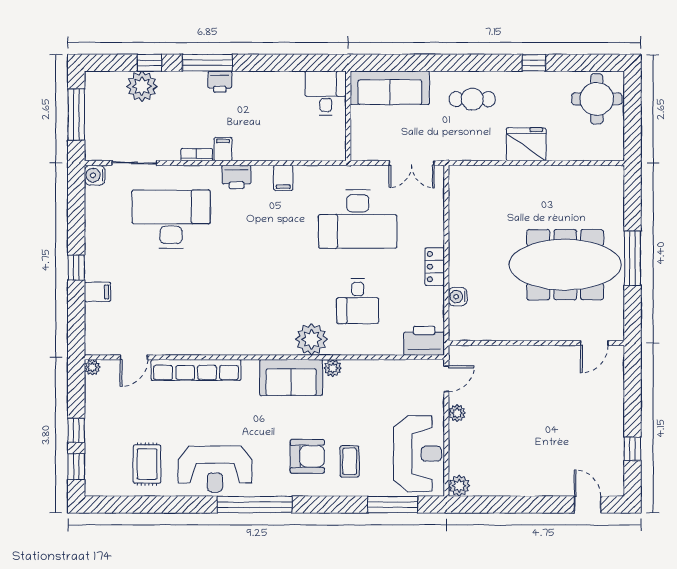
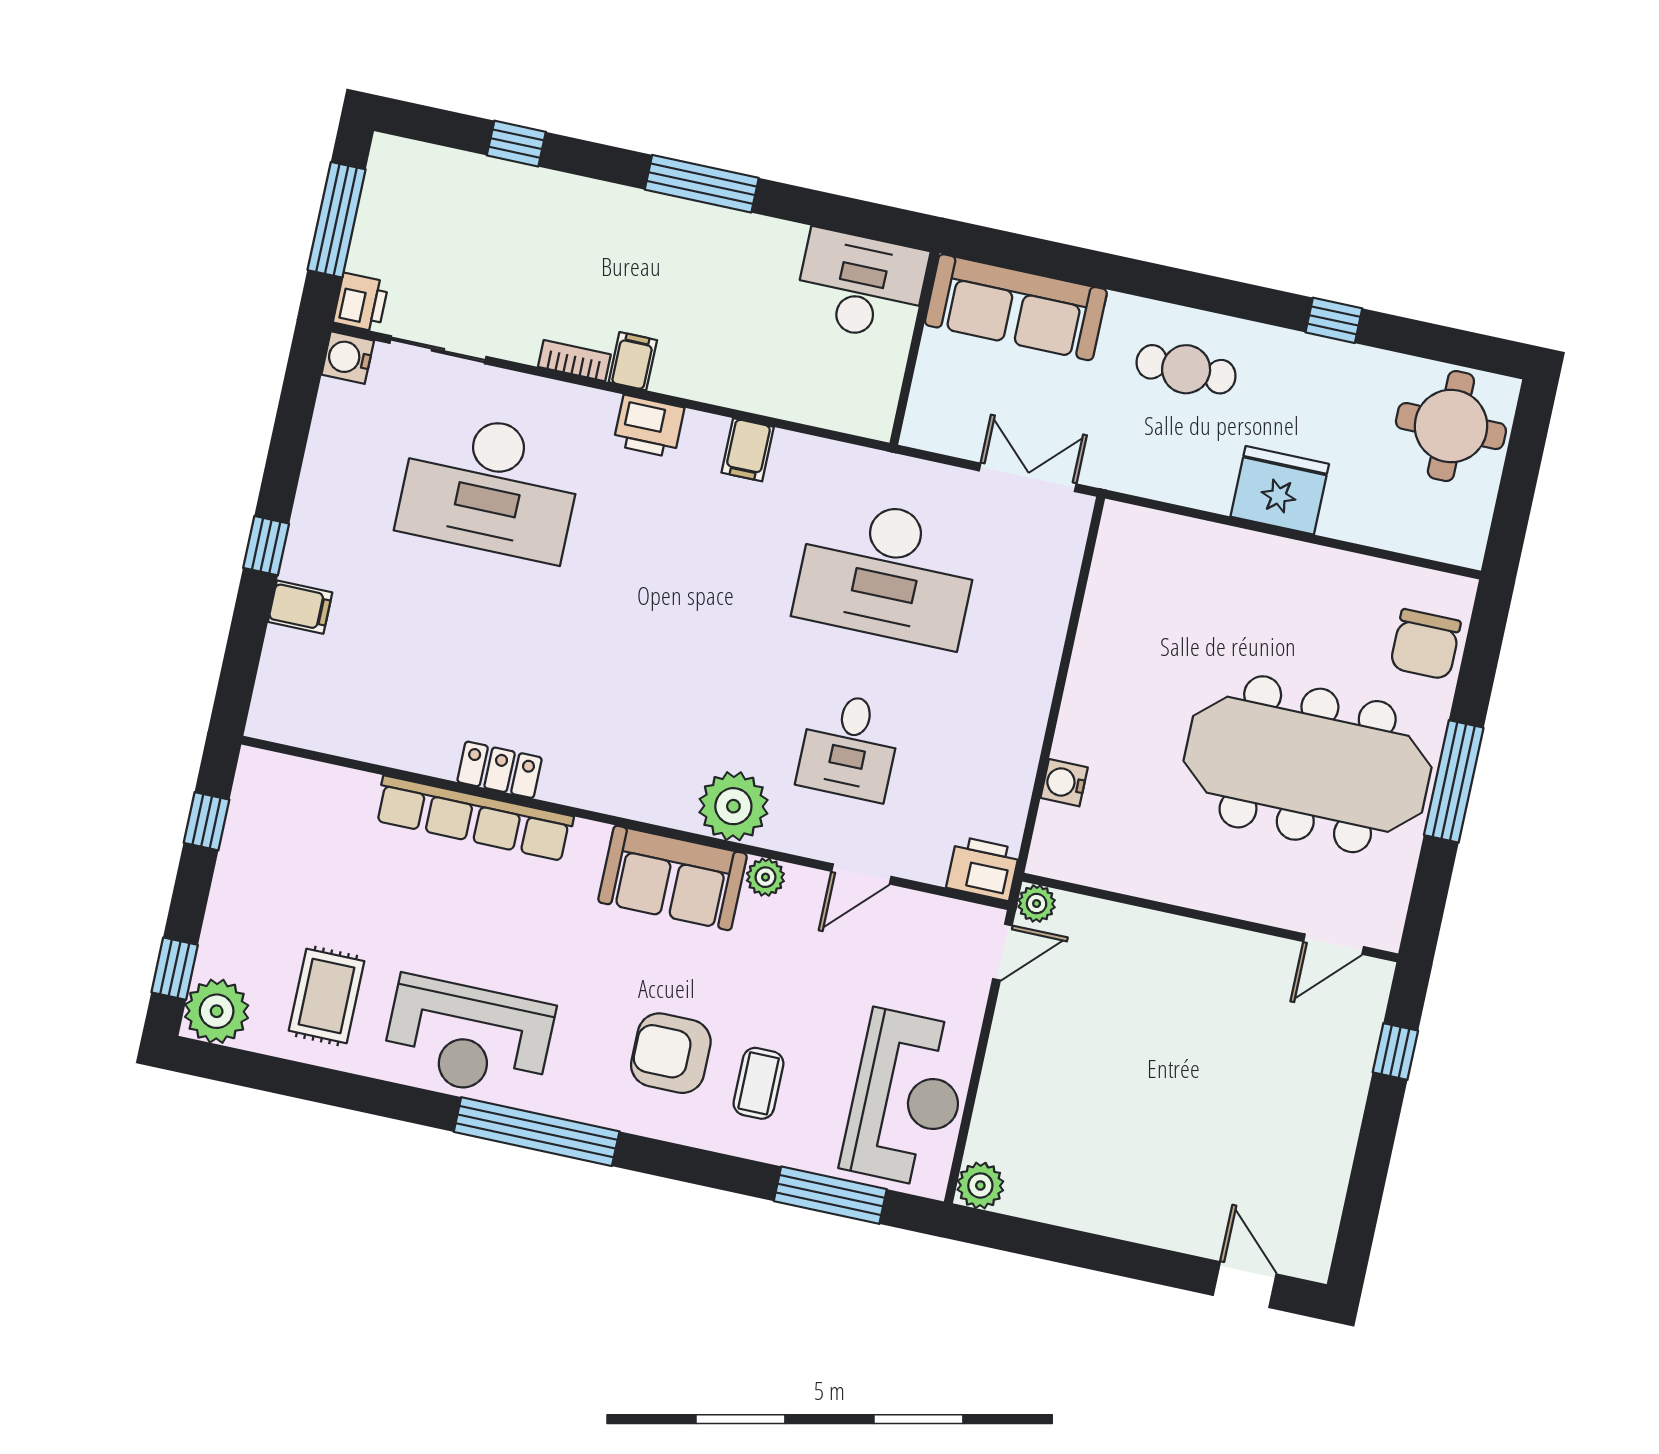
window: (207, 63) -> (702, 184), moved
printer: (220, 82) -> (361, 302), moved, turned -90
plant: (142, 86) -> (489, 190), removed
desk: (326, 93) -> (861, 285), width x1.37
double door: (412, 163) -> (1028, 477), swing flipped
chair: (606, 199) -> (1425, 644), added
desk: (171, 219) -> (490, 486), turned 180
locker: (435, 267) -> (500, 770), moved, turned 90
printer: (424, 341) -> (983, 868), width x0.73, depth x0.84
door: (134, 357) -> (861, 874), moved
plant: (92, 367) -> (217, 1011), moved, width x1.87, depth x1.87
plant: (457, 413) -> (1037, 904), moved
window: (76, 430) -> (207, 821), moved
window: (633, 449) -> (1395, 1051), moved
armchair: (307, 456) -> (671, 1053), turned 180

